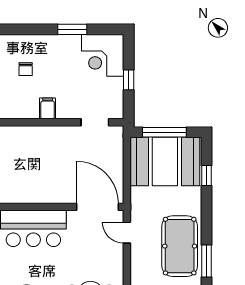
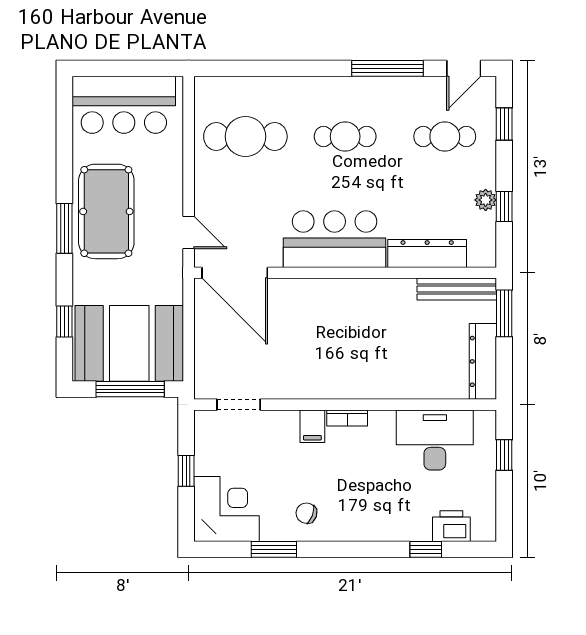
chair: (26, 69) -> (306, 513), moved, turned -70
bookcase: (25, 114) -> (347, 418), added
window: (207, 261) -> (64, 228), moved

